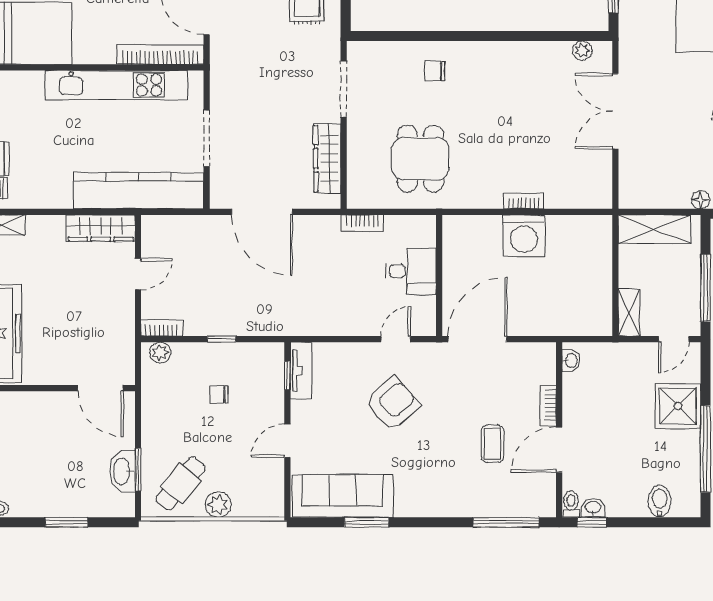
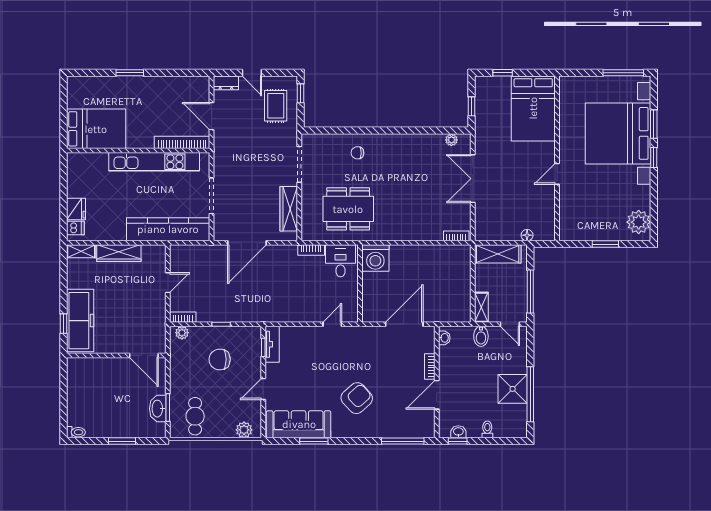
dining table: (420, 159) -> (348, 209), width x1.38
bookcase: (524, 201) -> (456, 236), moved
door: (262, 212) -> (247, 243), hinge flipped
wardrobe: (101, 228) -> (119, 253), moved
washing machine: (524, 236) -> (375, 258), moved
desk: (411, 271) -> (341, 261), moved, turned -90
door: (477, 339) -> (404, 324), moved
door: (674, 339) -> (510, 324), hinge flipped
chair: (219, 394) -> (220, 359), width x1.87, depth x1.87
armchair: (392, 404) -> (357, 398), moved
shower: (678, 406) -> (513, 389), moved
coffee table: (492, 443) -> (394, 391), removed
cafe table: (181, 483) -> (195, 416), turned -40
bidet: (660, 501) -> (481, 336), moved, turned 180
toilet: (571, 504) -> (487, 429), moved
plant: (218, 505) -> (244, 430), moved

